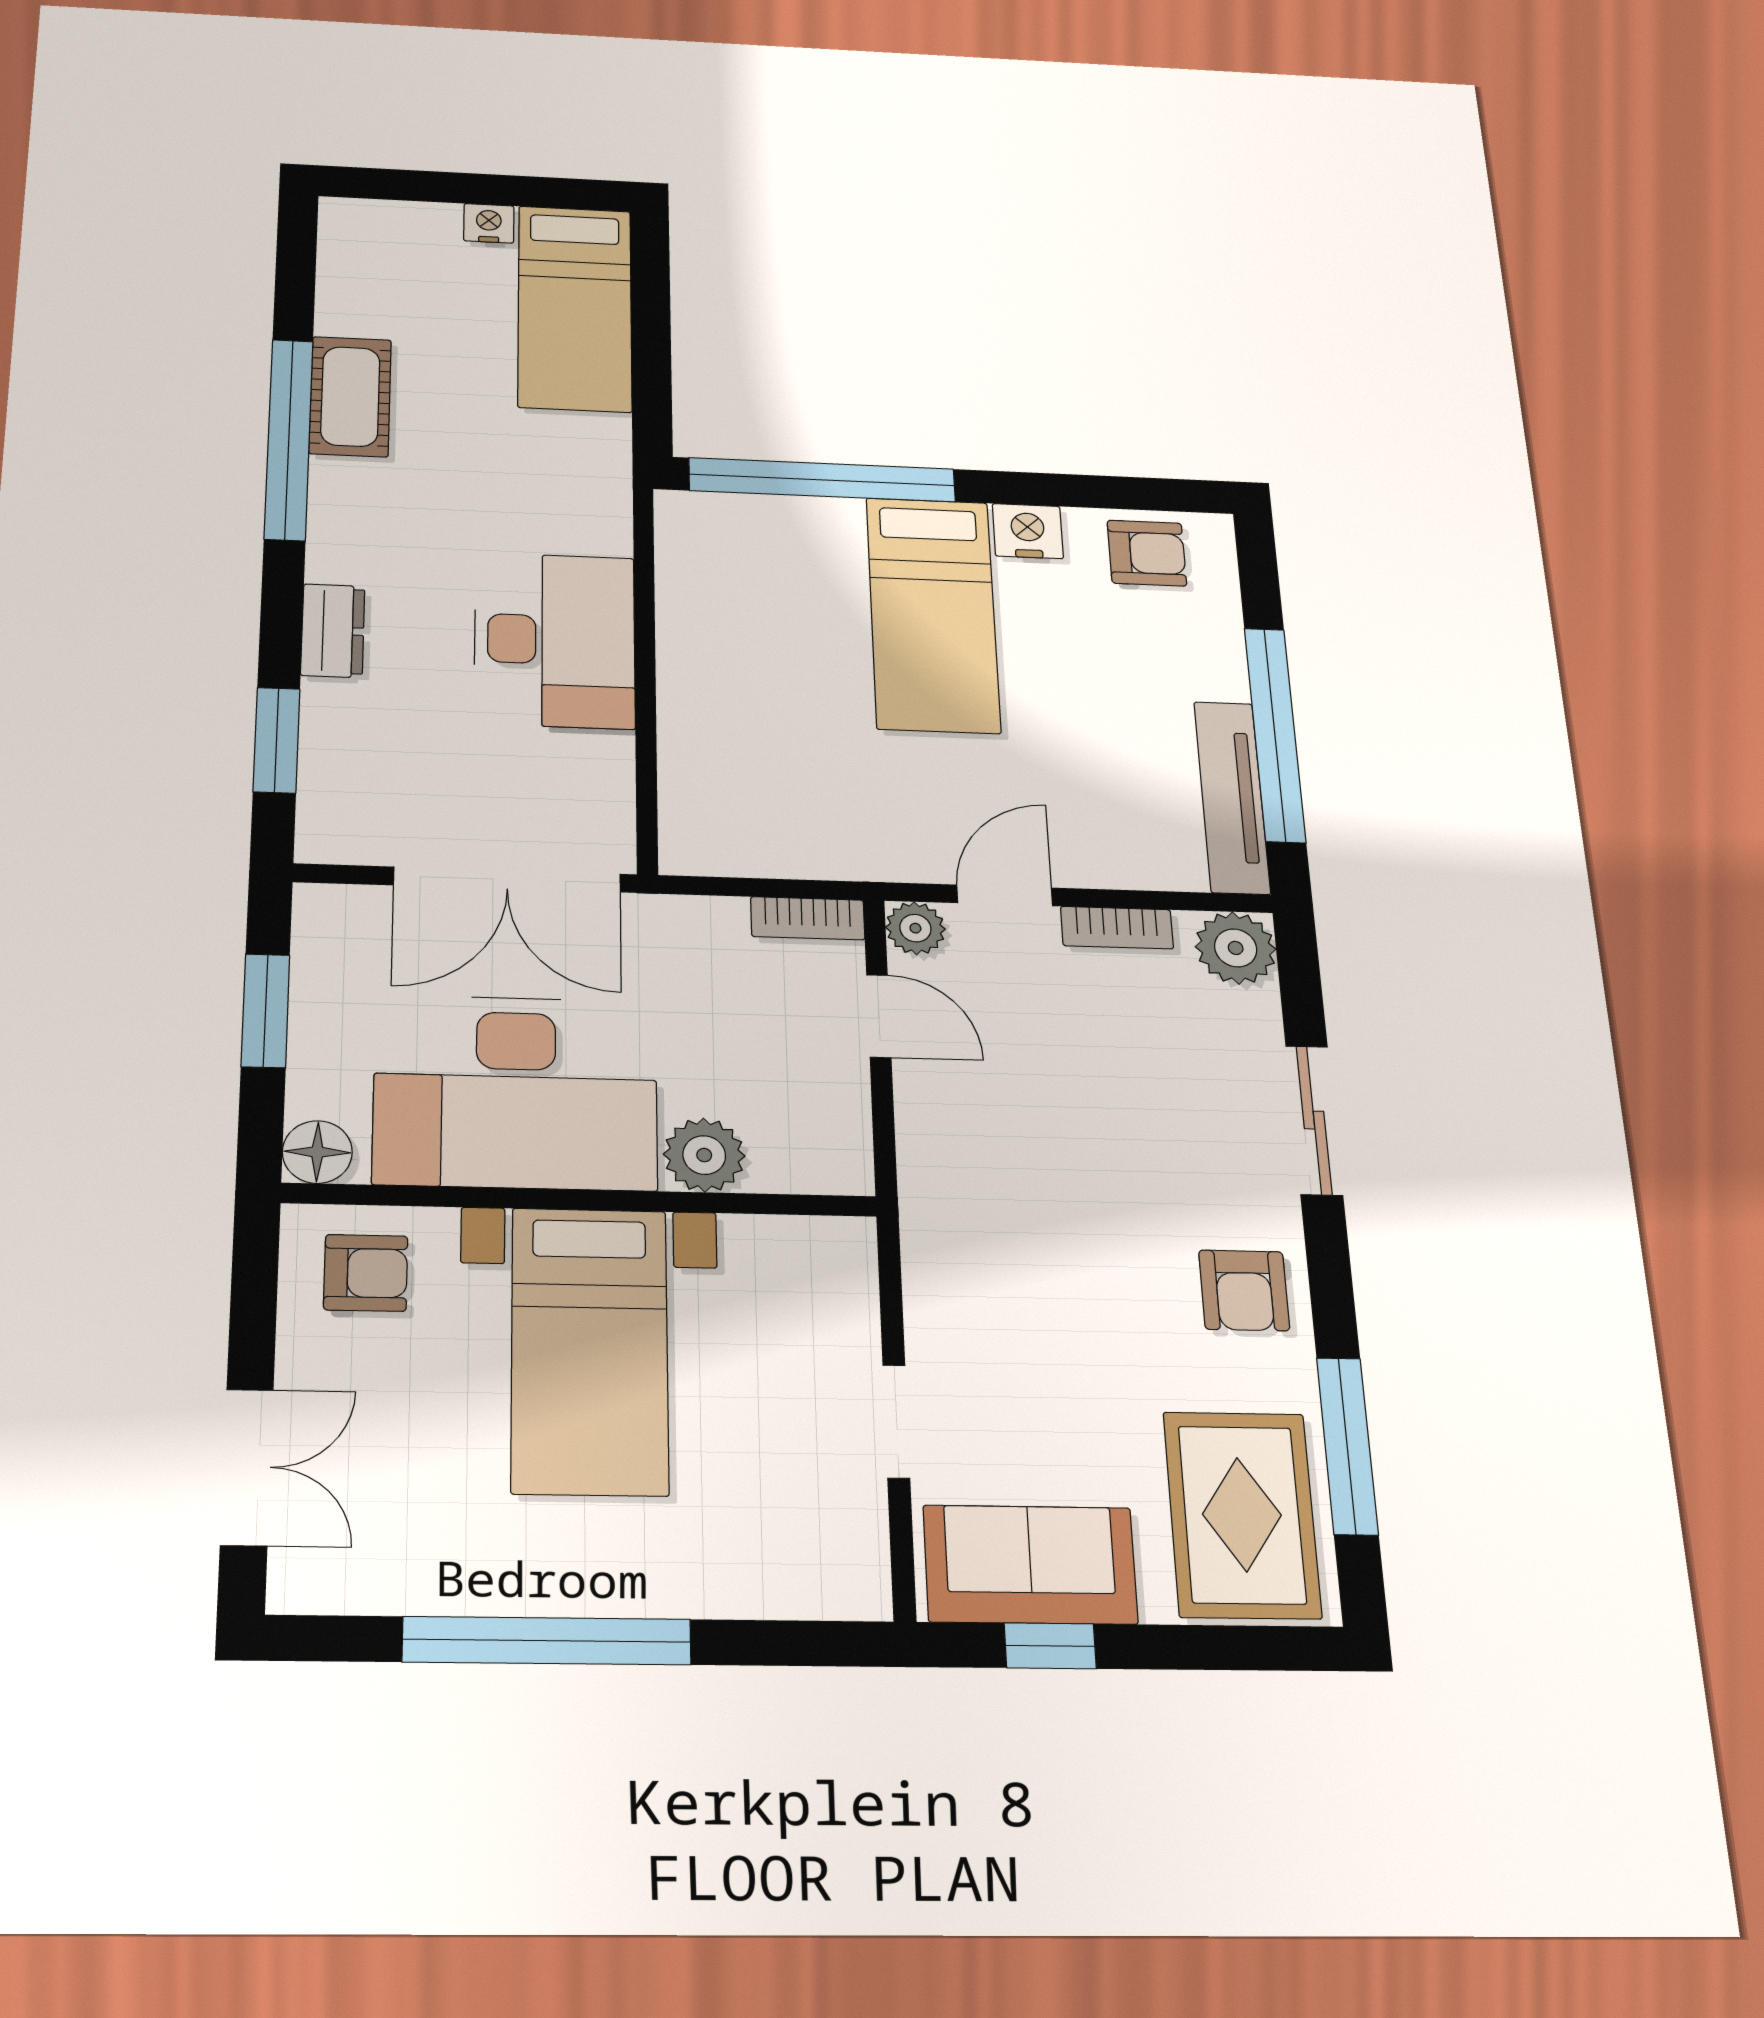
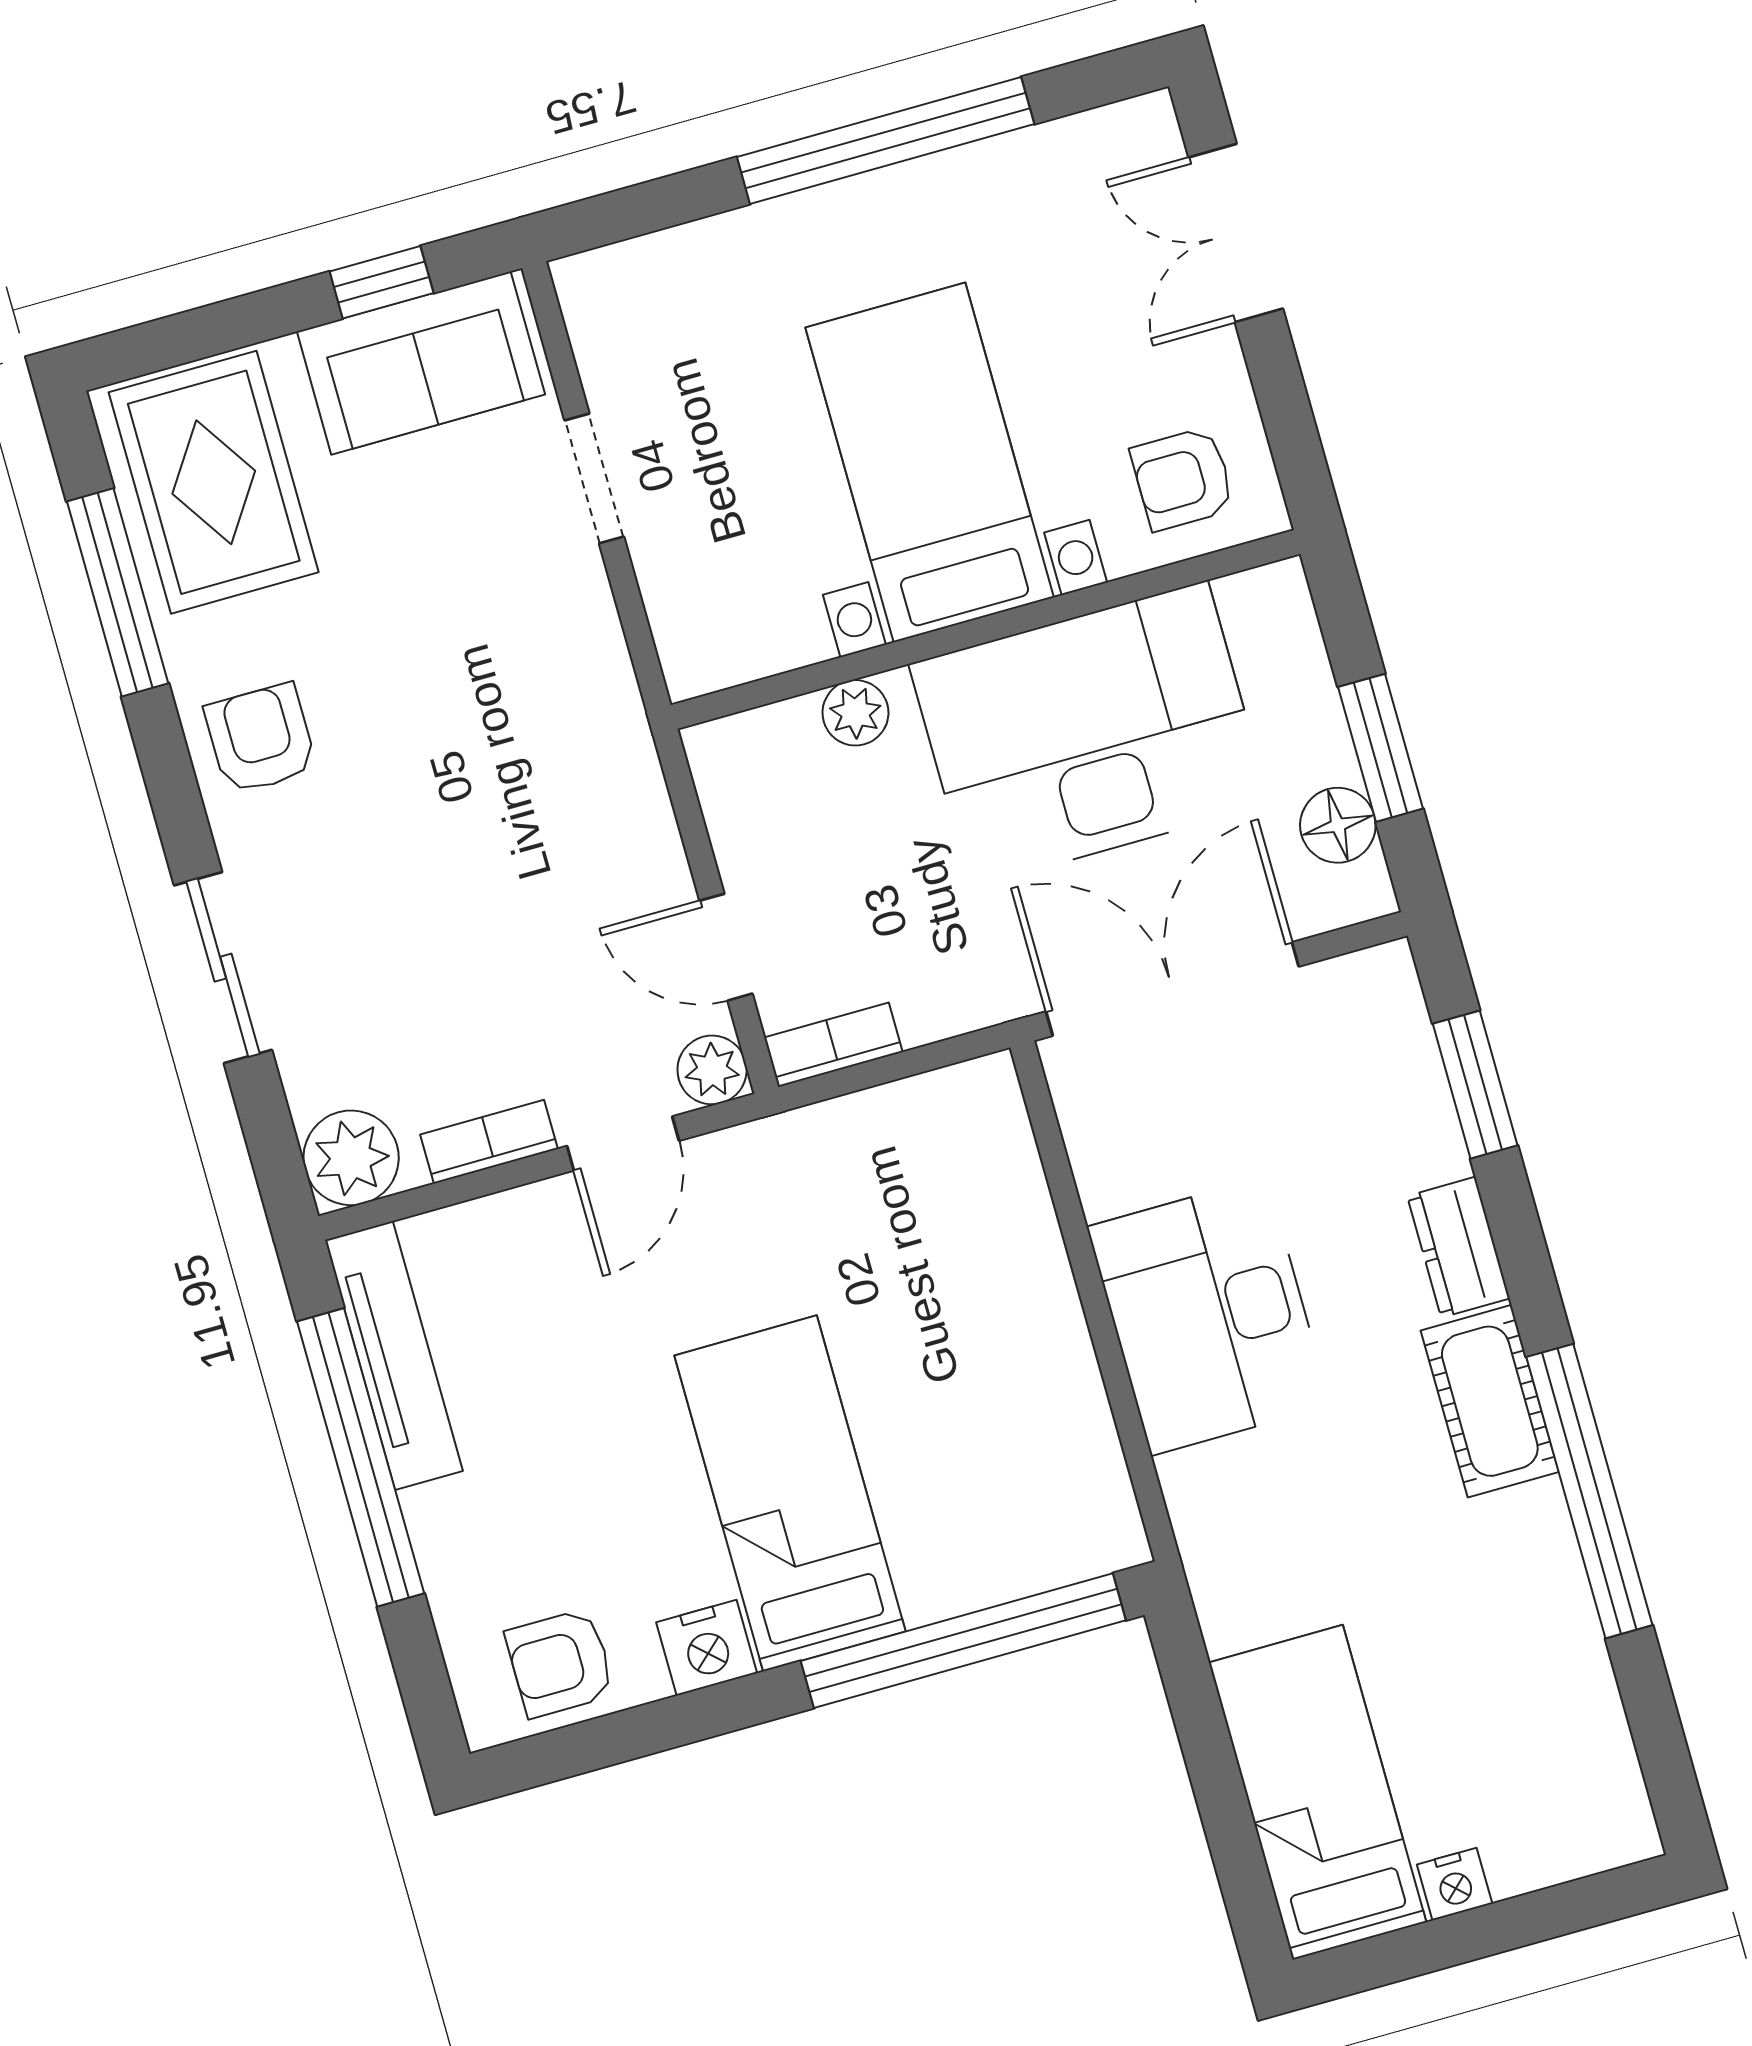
cot: (350, 396) -> (1490, 1401), moved
floor lamp: (317, 1152) -> (1338, 825), moved
plant: (704, 1155) -> (855, 713), width x0.73, depth x0.73

